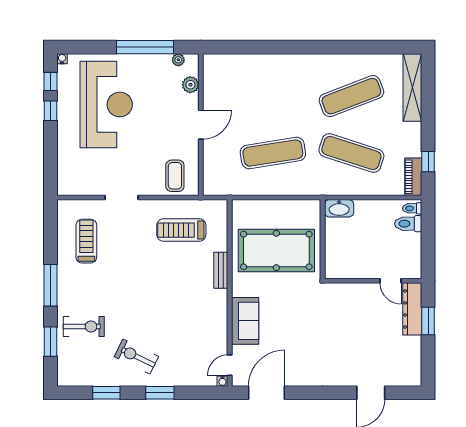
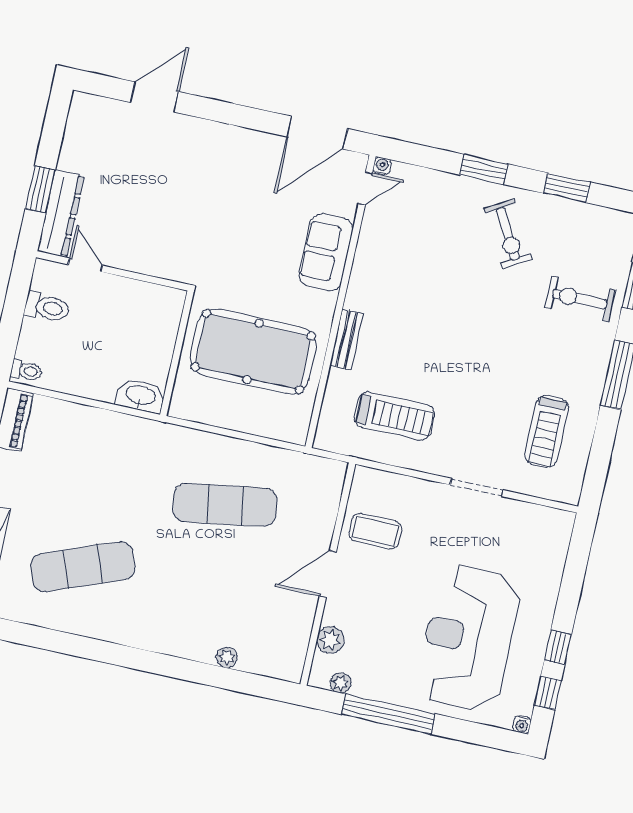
plant: (251, 60) -> (227, 658), added
exercise mat: (351, 153) -> (102, 478), removed
coffee table: (175, 176) -> (375, 531), moved, turned 90
toilet: (408, 224) -> (47, 307), moved
exercise bike: (136, 357) -> (508, 234), turned 35

